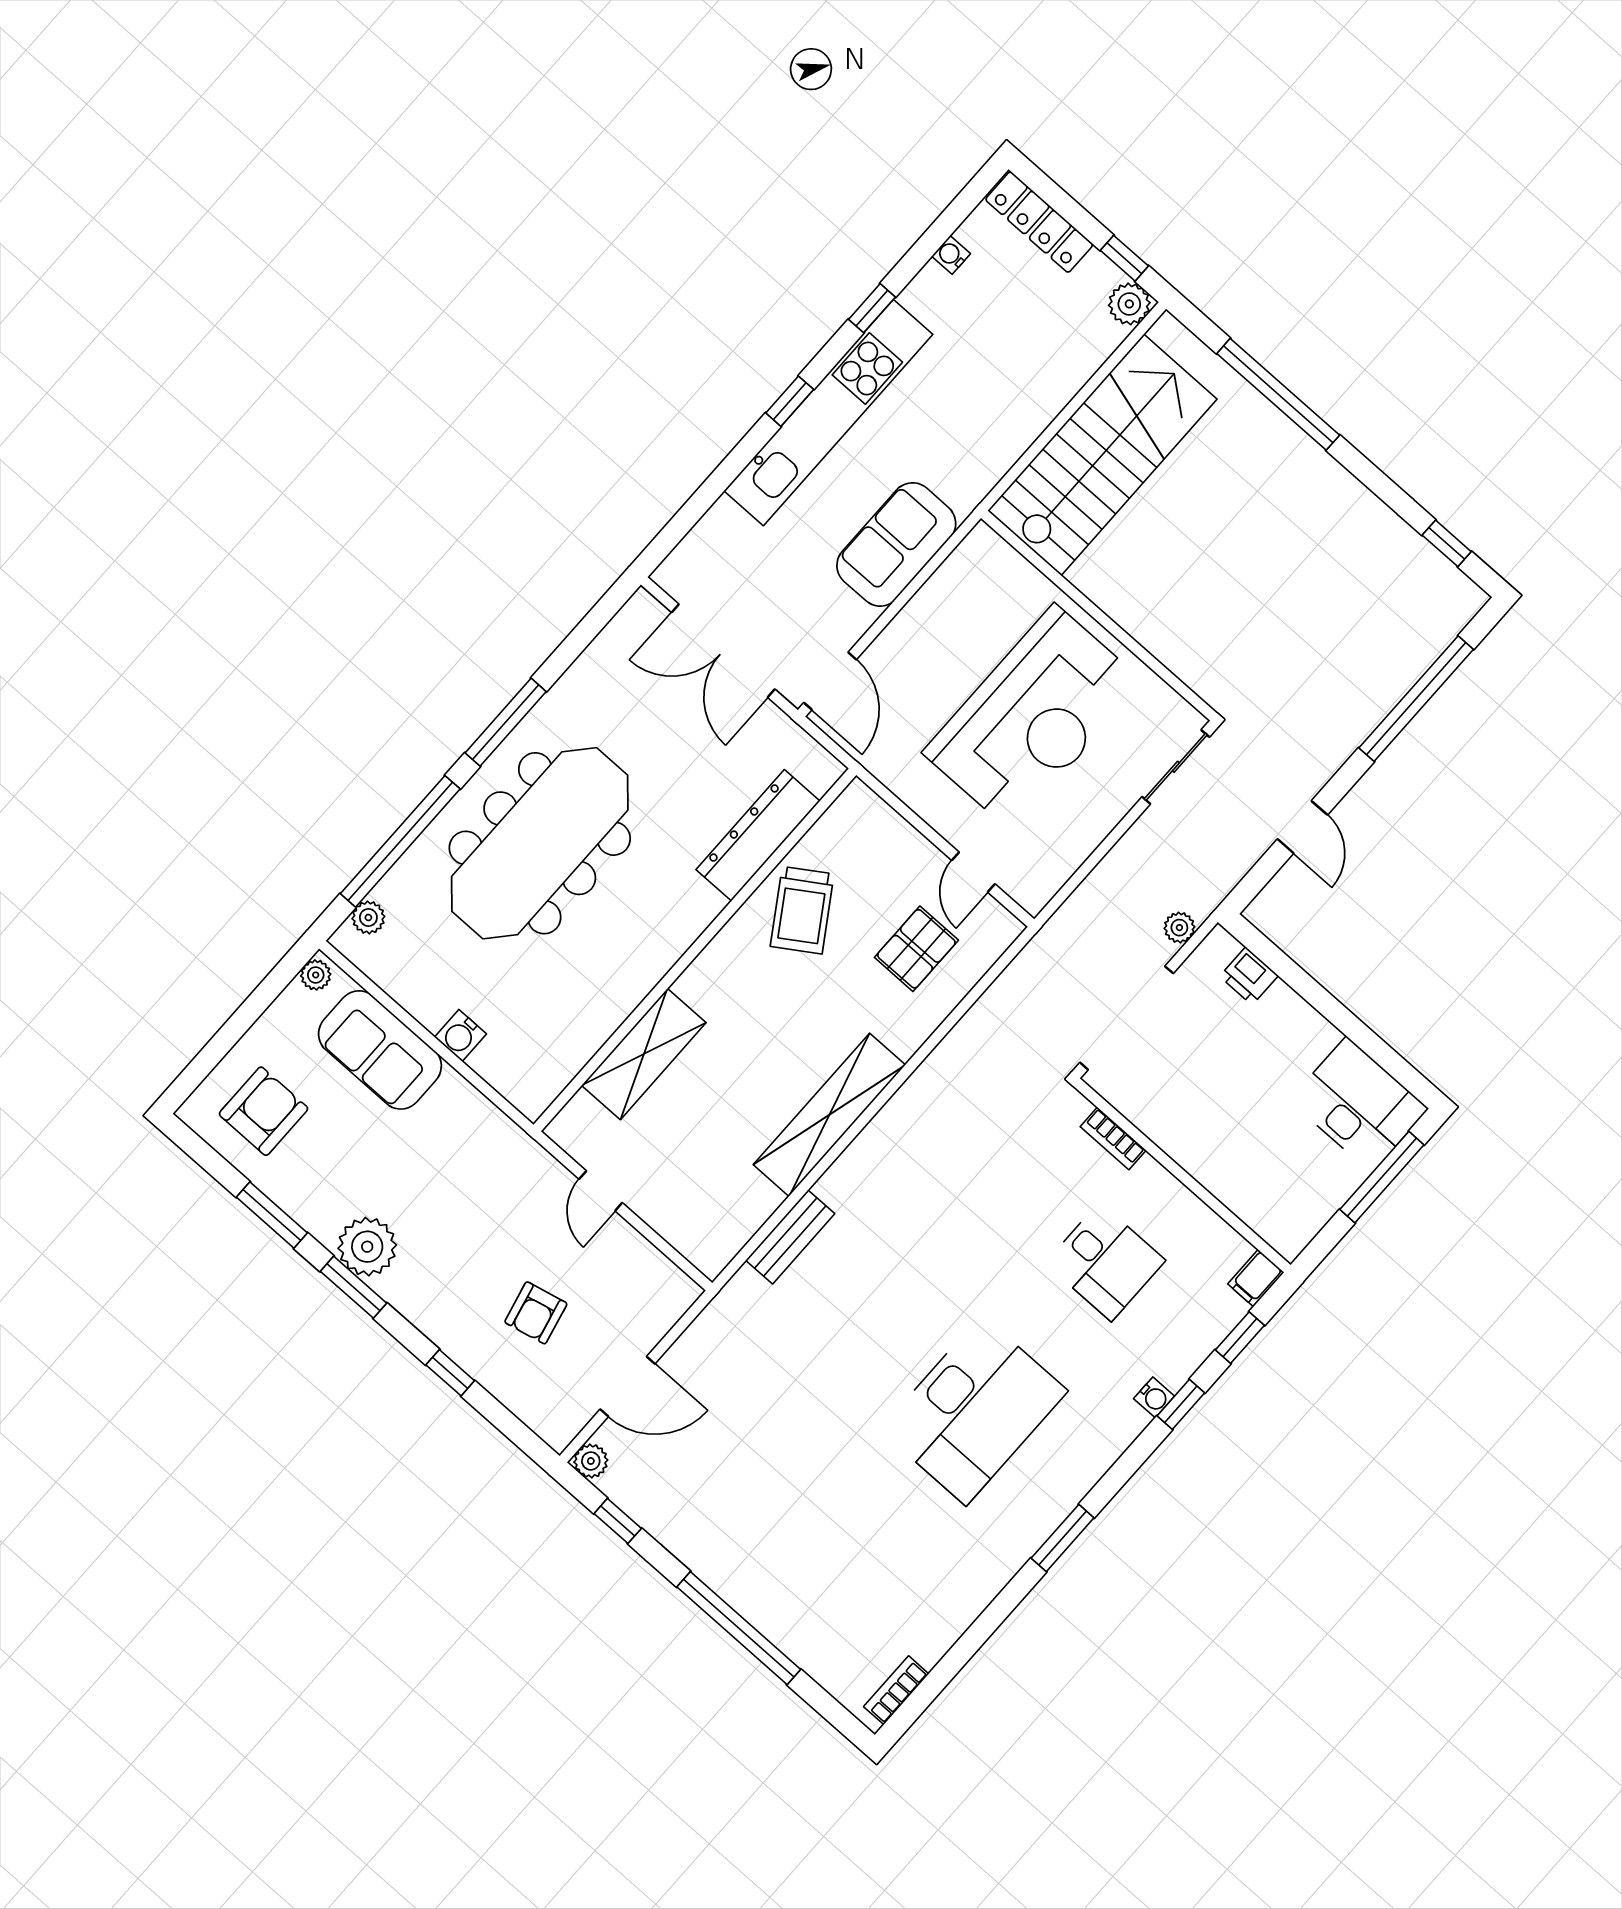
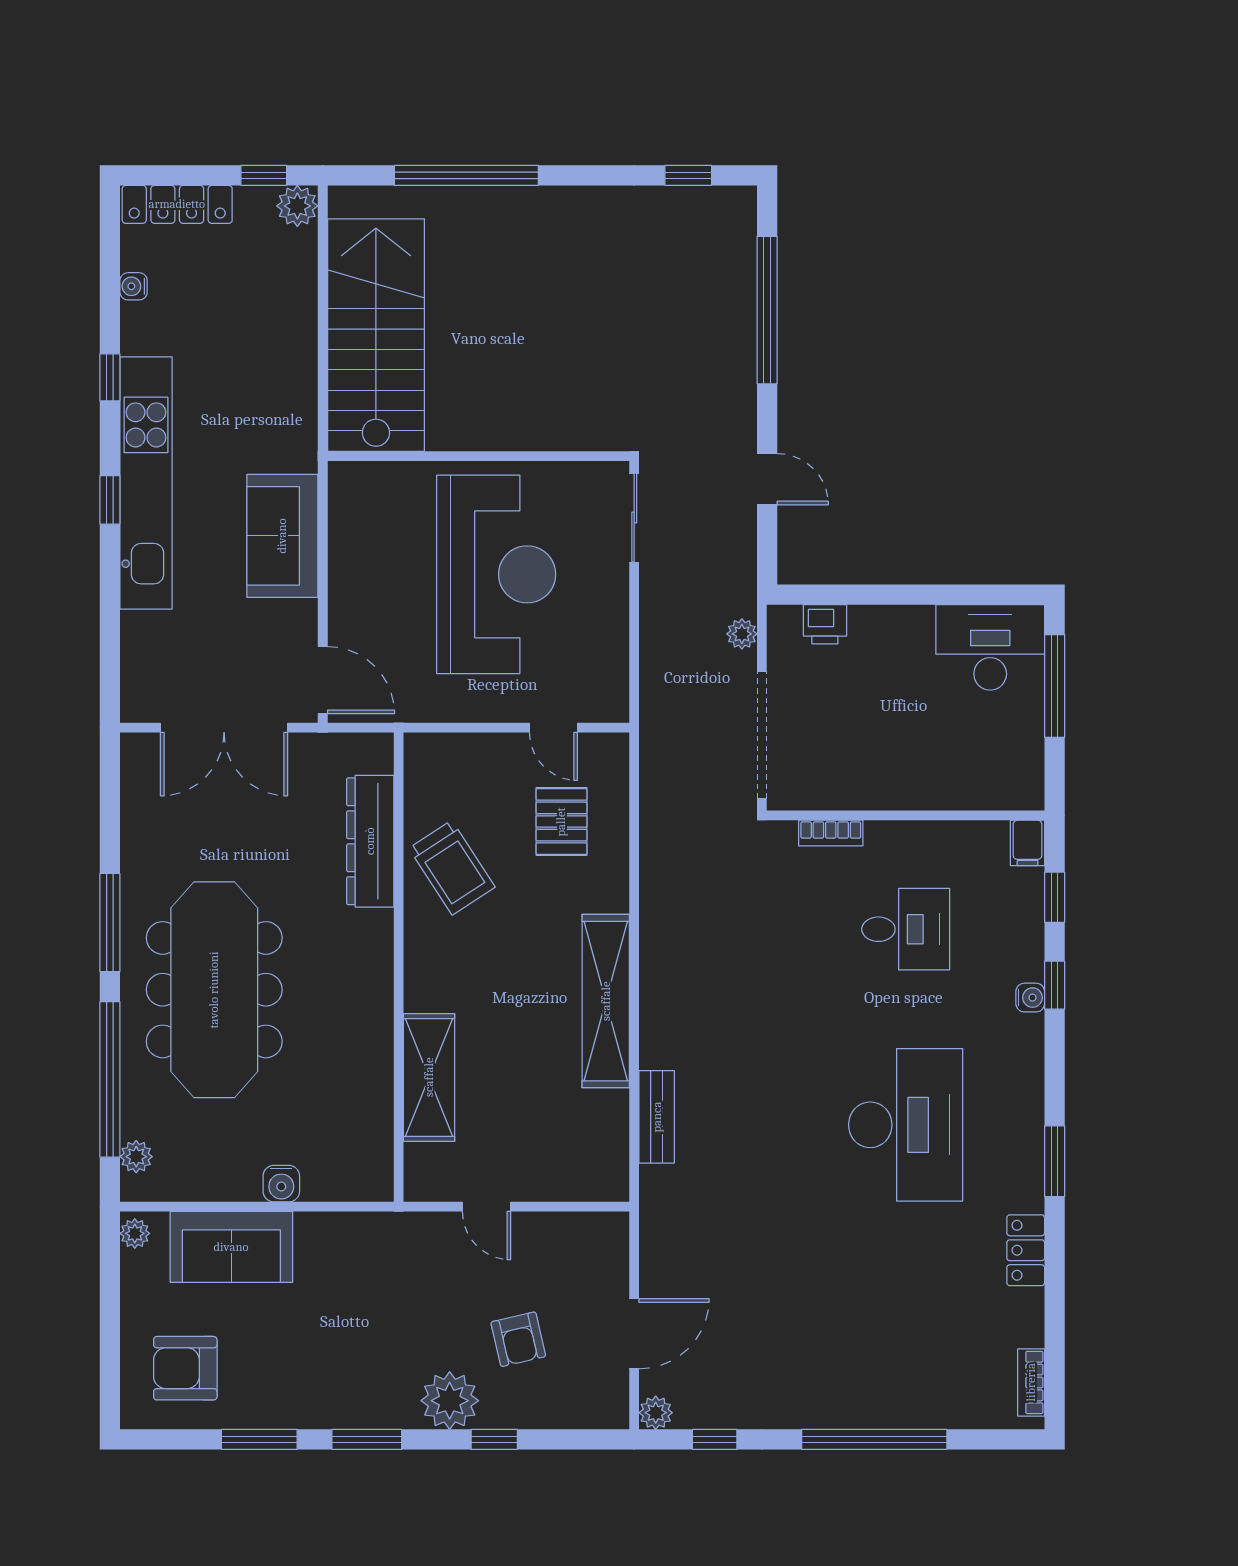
armchair: (264, 1111) -> (185, 1368), turned -90
plant: (367, 1247) -> (450, 1401), moved
locker: (981, 1586) -> (1026, 1250), added

